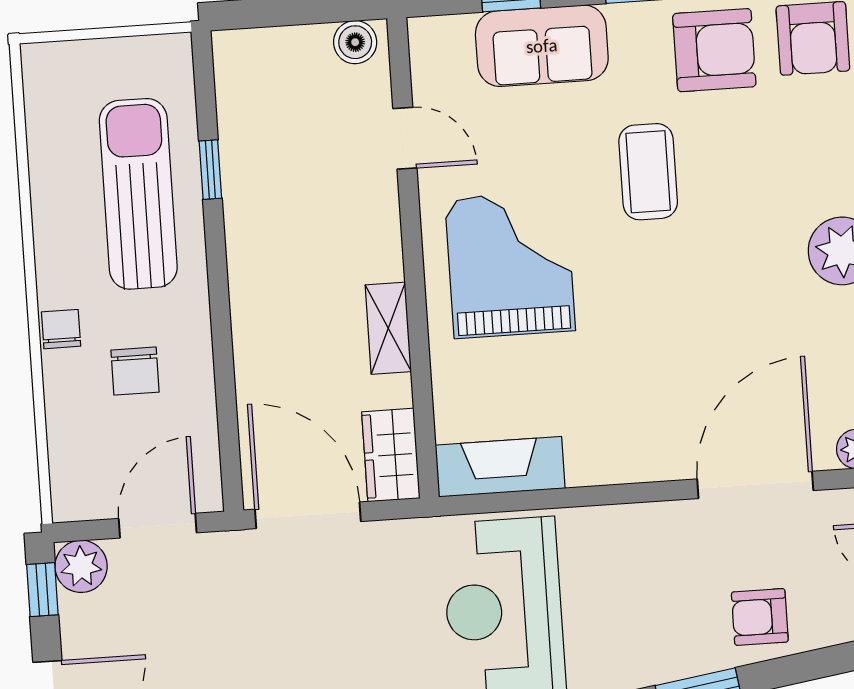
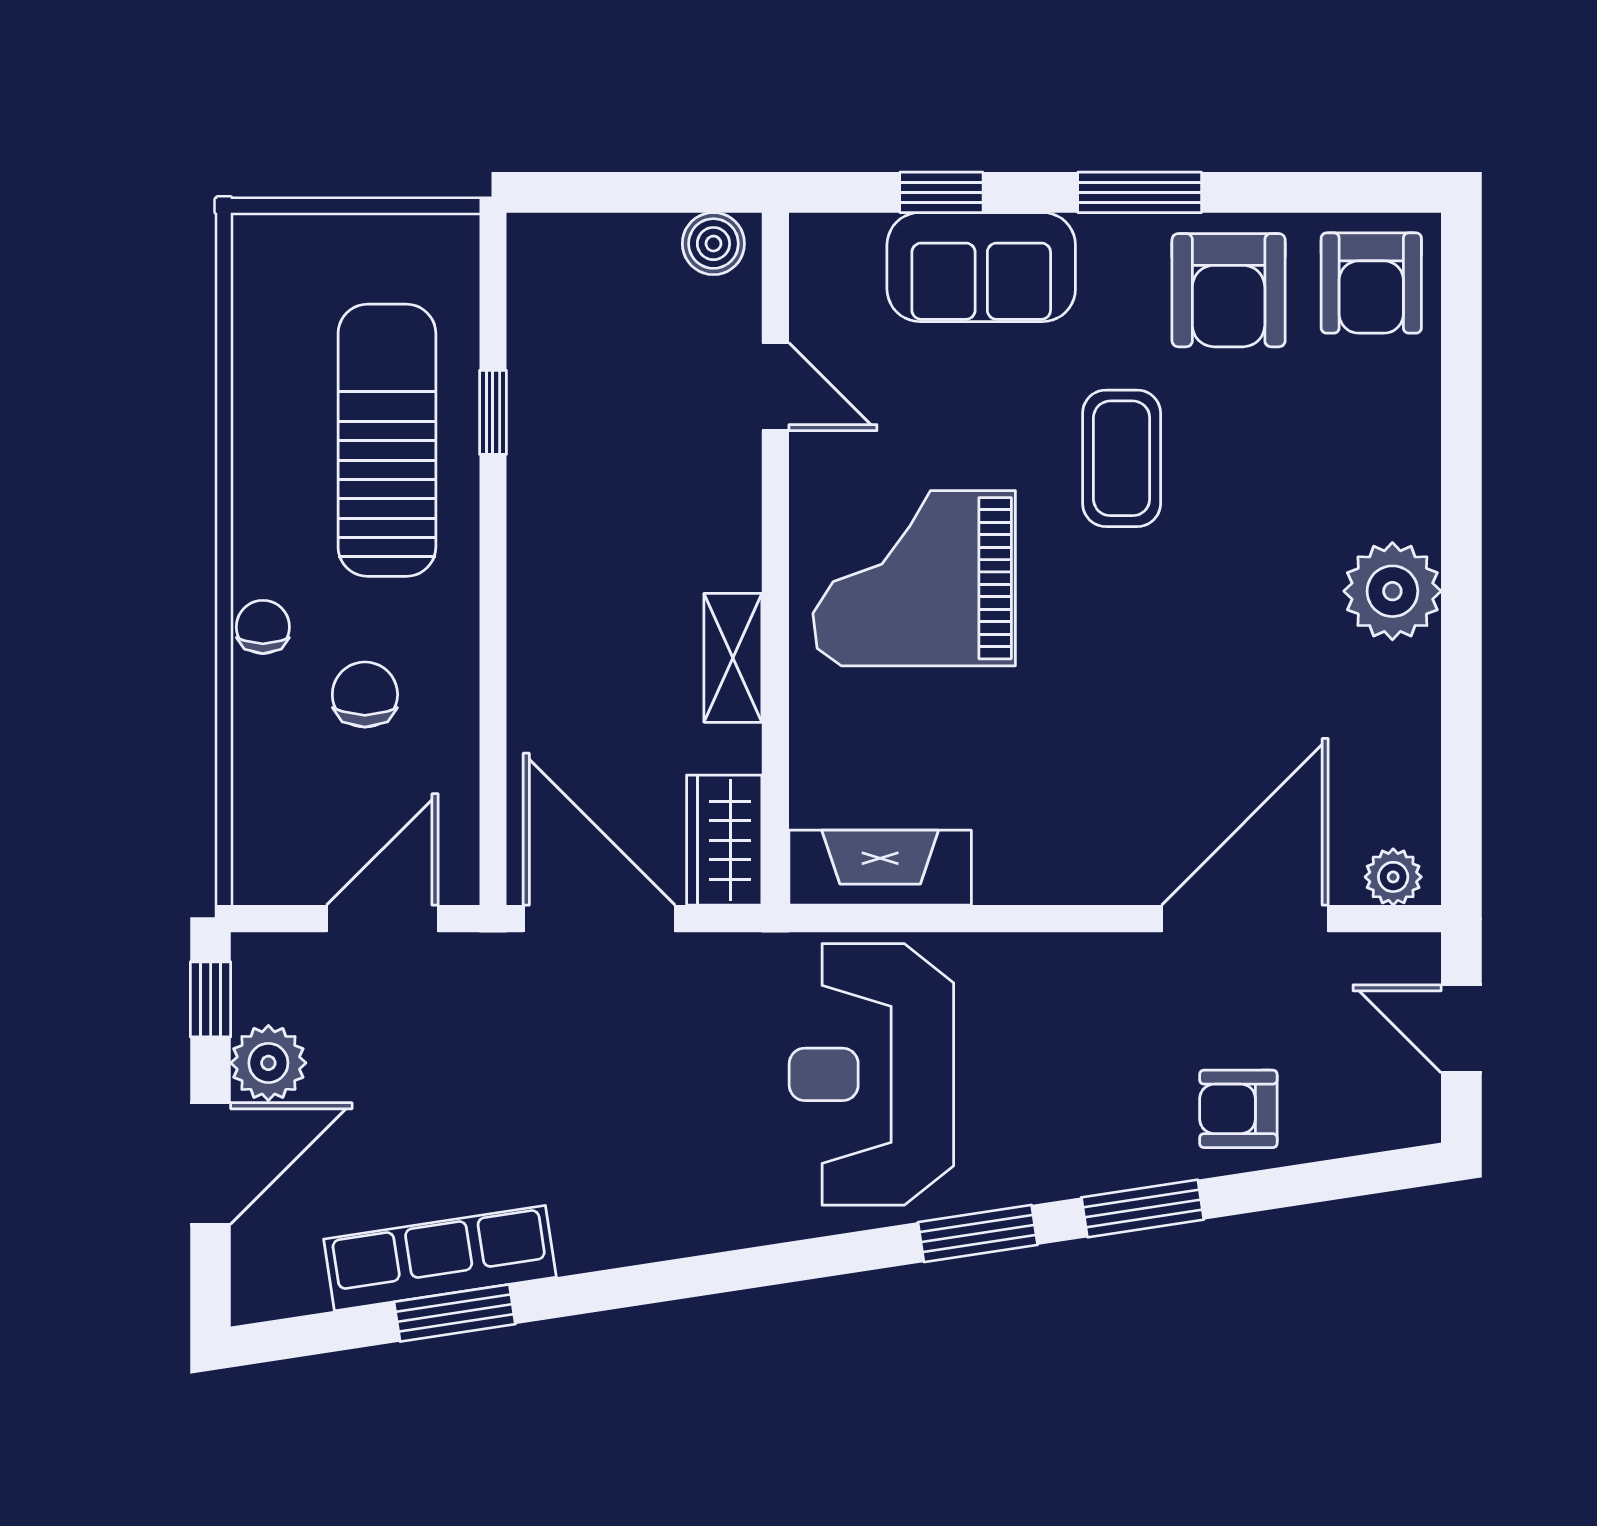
armchair: (714, 50) -> (1229, 290), turned 90
grand piano: (510, 265) -> (914, 578), turned -90
chair: (135, 371) -> (365, 695), turned 180
plant: (81, 566) -> (268, 1063), moved

